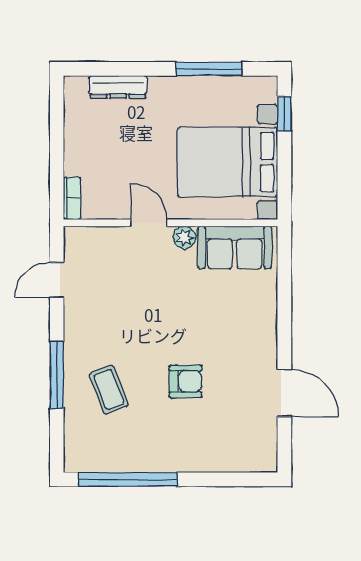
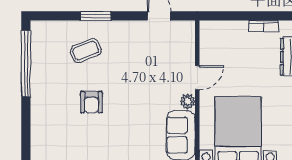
bookcase: (72, 198) -> (263, 26), moved
window: (57, 375) -> (95, 16), width x0.69

